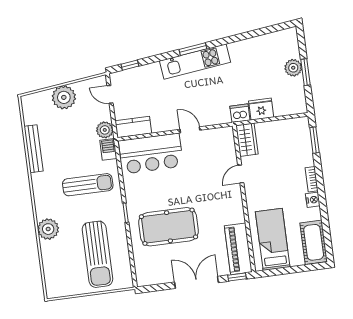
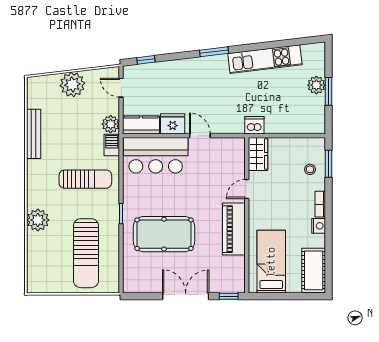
kitchen unit: (195, 62) -> (265, 59), moved
fridge: (261, 109) -> (173, 124), moved
stool: (298, 148) -> (310, 169), added
piano: (238, 249) -> (234, 229), moved

